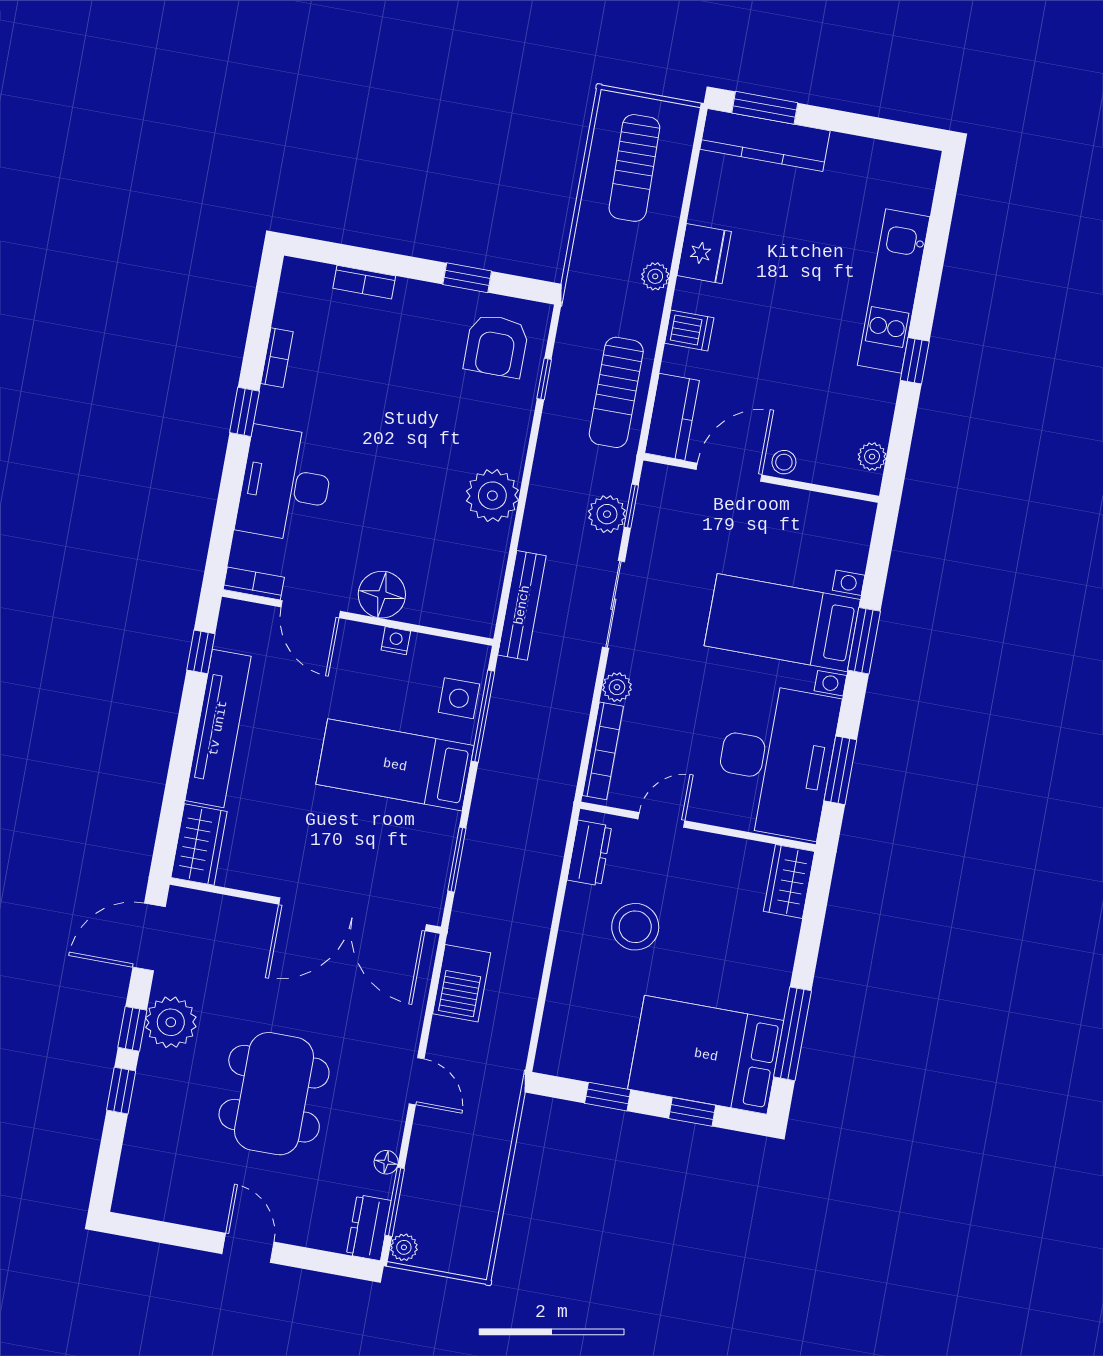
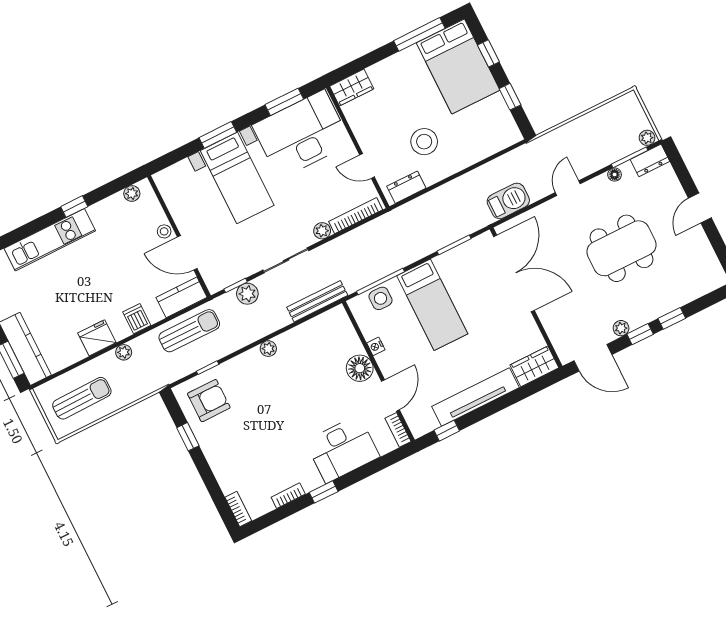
bookcase: (364, 282) -> (238, 509), moved
plant: (492, 496) -> (268, 349), width x0.53, depth x0.53
plant: (171, 1022) -> (621, 328), width x0.53, depth x0.53

